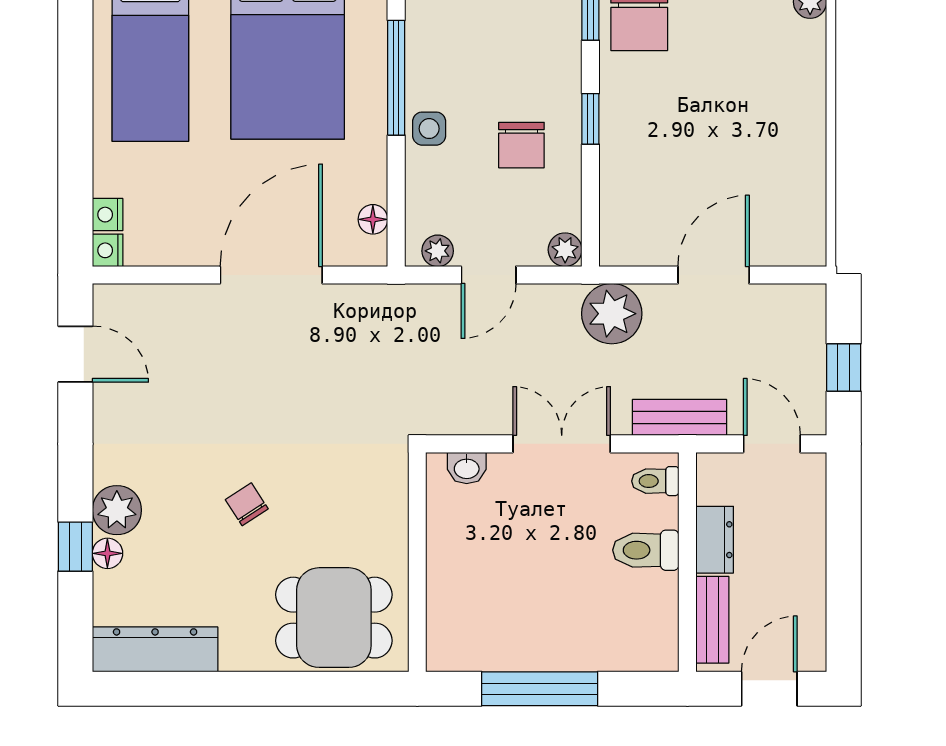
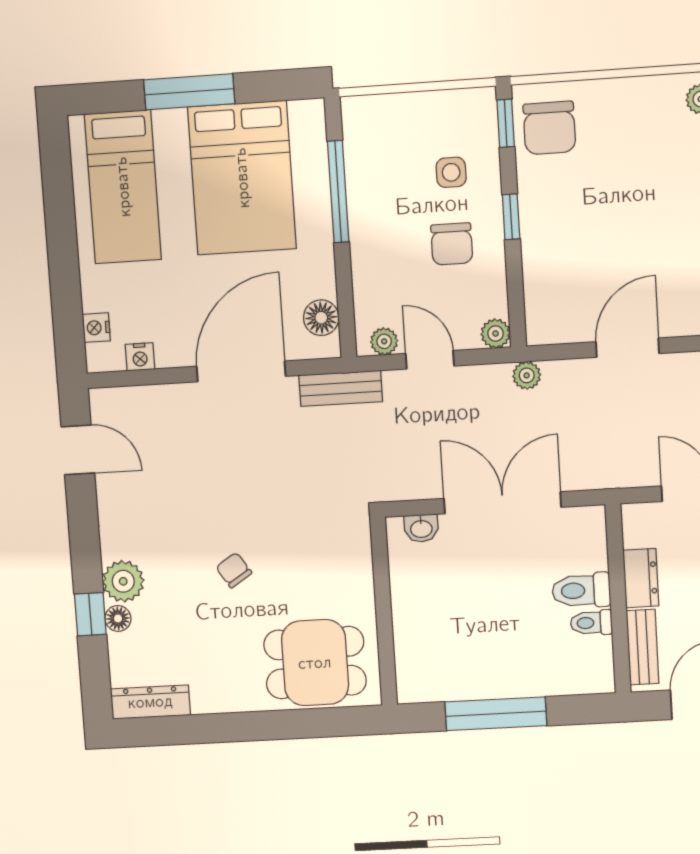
side table: (429, 129) -> (451, 172), moved
floor lamp: (373, 219) -> (321, 318), width x1.37, depth x1.37
nightstand: (108, 250) -> (140, 357), moved, turned -90
door: (489, 275) -> (430, 360), swing flipped
plant: (612, 314) -> (527, 375), width x0.53, depth x0.53
bench: (680, 417) -> (341, 388), moved
double door: (562, 444) -> (502, 503), width x1.37
toilet: (655, 481) -> (591, 623), moved
dresser: (155, 649) -> (150, 702), width x0.73, depth x0.80

